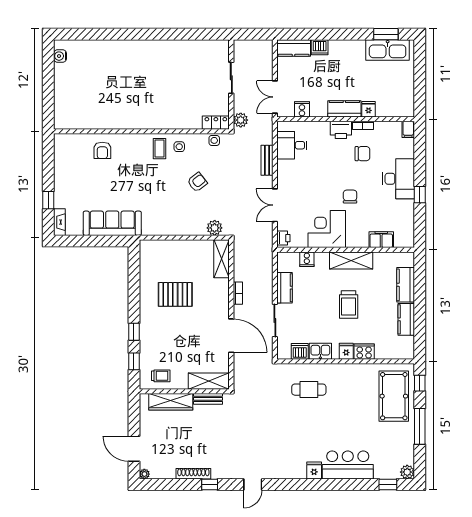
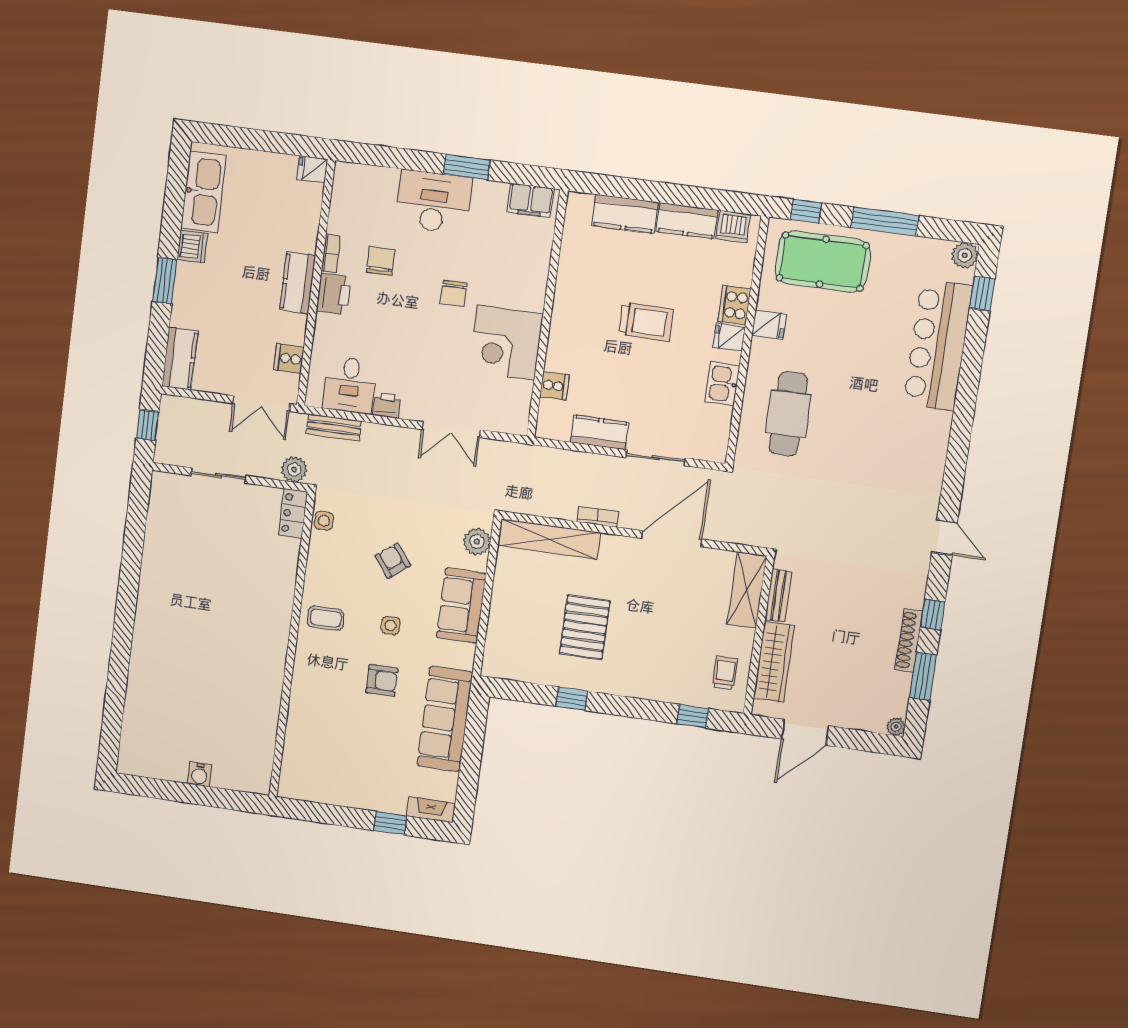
window: (254, 34) -> (148, 425), added
window: (386, 34) -> (165, 281), moved
dishwasher: (320, 47) -> (192, 246), moved
water cooler: (60, 56) -> (199, 774), moved
fridge: (369, 109) -> (312, 169), moved
filing cabinet: (408, 129) -> (348, 173), removed
side table: (179, 147) -> (391, 625), moved
armchair: (102, 150) -> (382, 680), moved
bench: (267, 160) -> (334, 428), moved
window: (420, 195) -> (467, 167), width x1.50
chair: (350, 197) -> (454, 293), turned -90
sofa: (178, 224) -> (461, 606), added
printer: (283, 238) -> (387, 405), moved
filing cabinet: (381, 240) -> (531, 200), moved, turned -90
shelving: (222, 259) -> (549, 539), width x1.47
shelving: (351, 260) -> (568, 307), removed
window: (134, 332) -> (572, 699), moved
dishwasher: (300, 351) -> (733, 227), moved, turned -90
cafe table: (309, 390) -> (788, 414), width x1.37, depth x1.35
door: (134, 449) -> (805, 732), moved
bar counter: (348, 465) -> (938, 345), width x1.36
fridge: (314, 471) -> (769, 325), moved, turned 180
window: (175, 485) -> (923, 676), added

